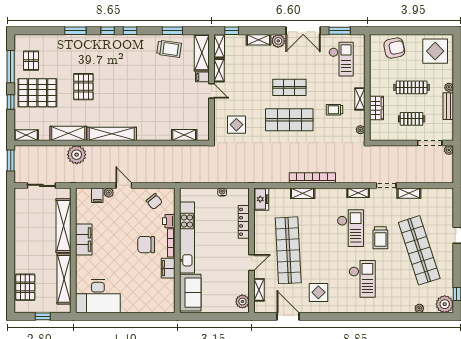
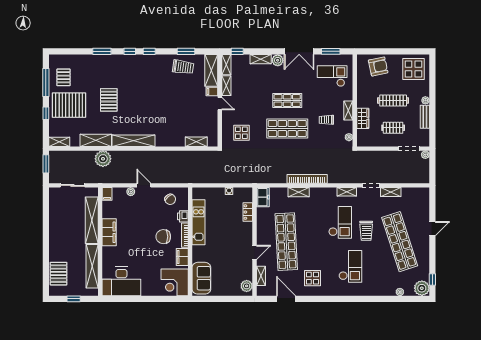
checkout: (341, 59) -> (332, 76), turned -90
filing cabinet: (97, 195) -> (107, 194), moved
locker: (244, 222) -> (248, 212), width x0.66
kitchen unit: (187, 237) -> (199, 222), width x0.73
corner desk: (159, 297) -> (175, 282), added

